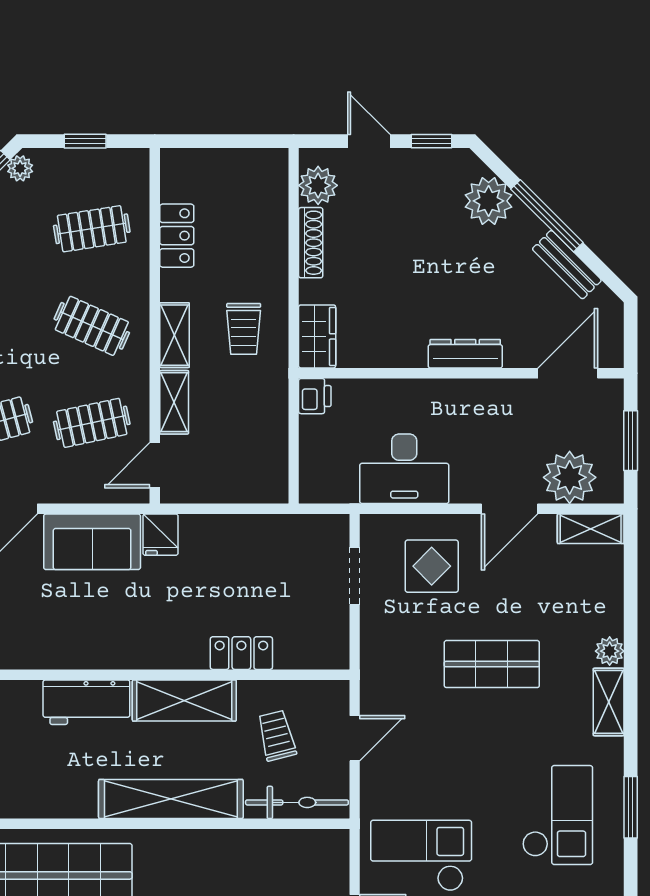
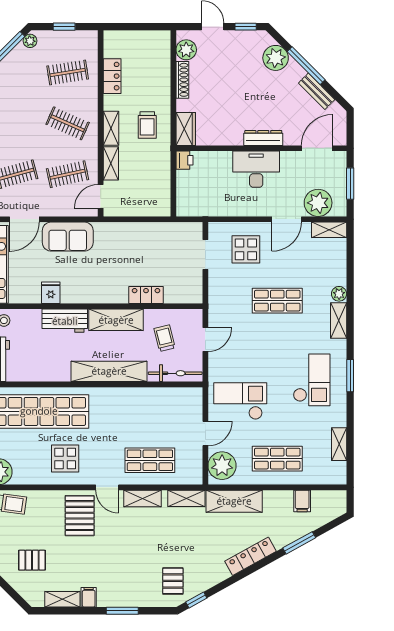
desk: (404, 469) -> (256, 169), moved, turned 180
fridge: (161, 535) -> (51, 293), moved, turned 180

